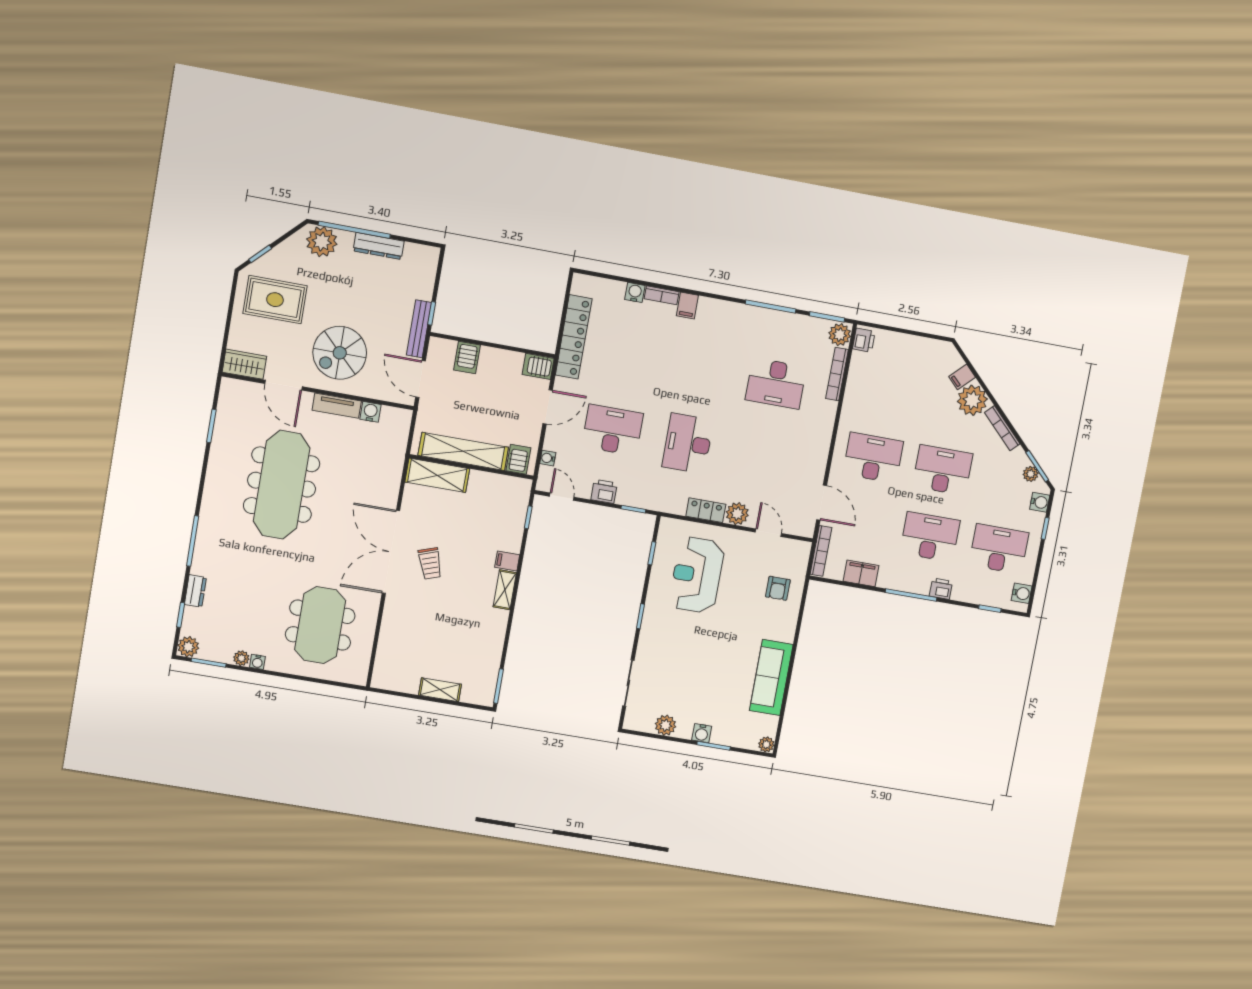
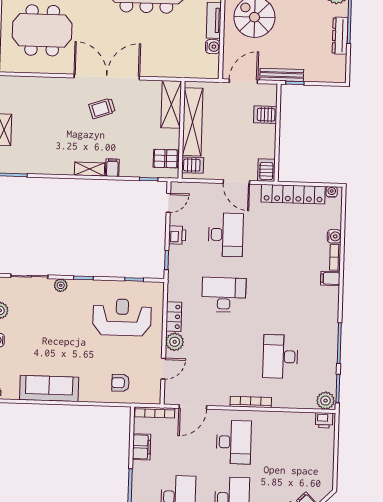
bookcase: (837, 374) -> (251, 402), moved
water cooler: (548, 458) -> (332, 192), moved
pallet: (505, 492) -> (166, 159), added
plant: (646, 646) -> (61, 285), added

